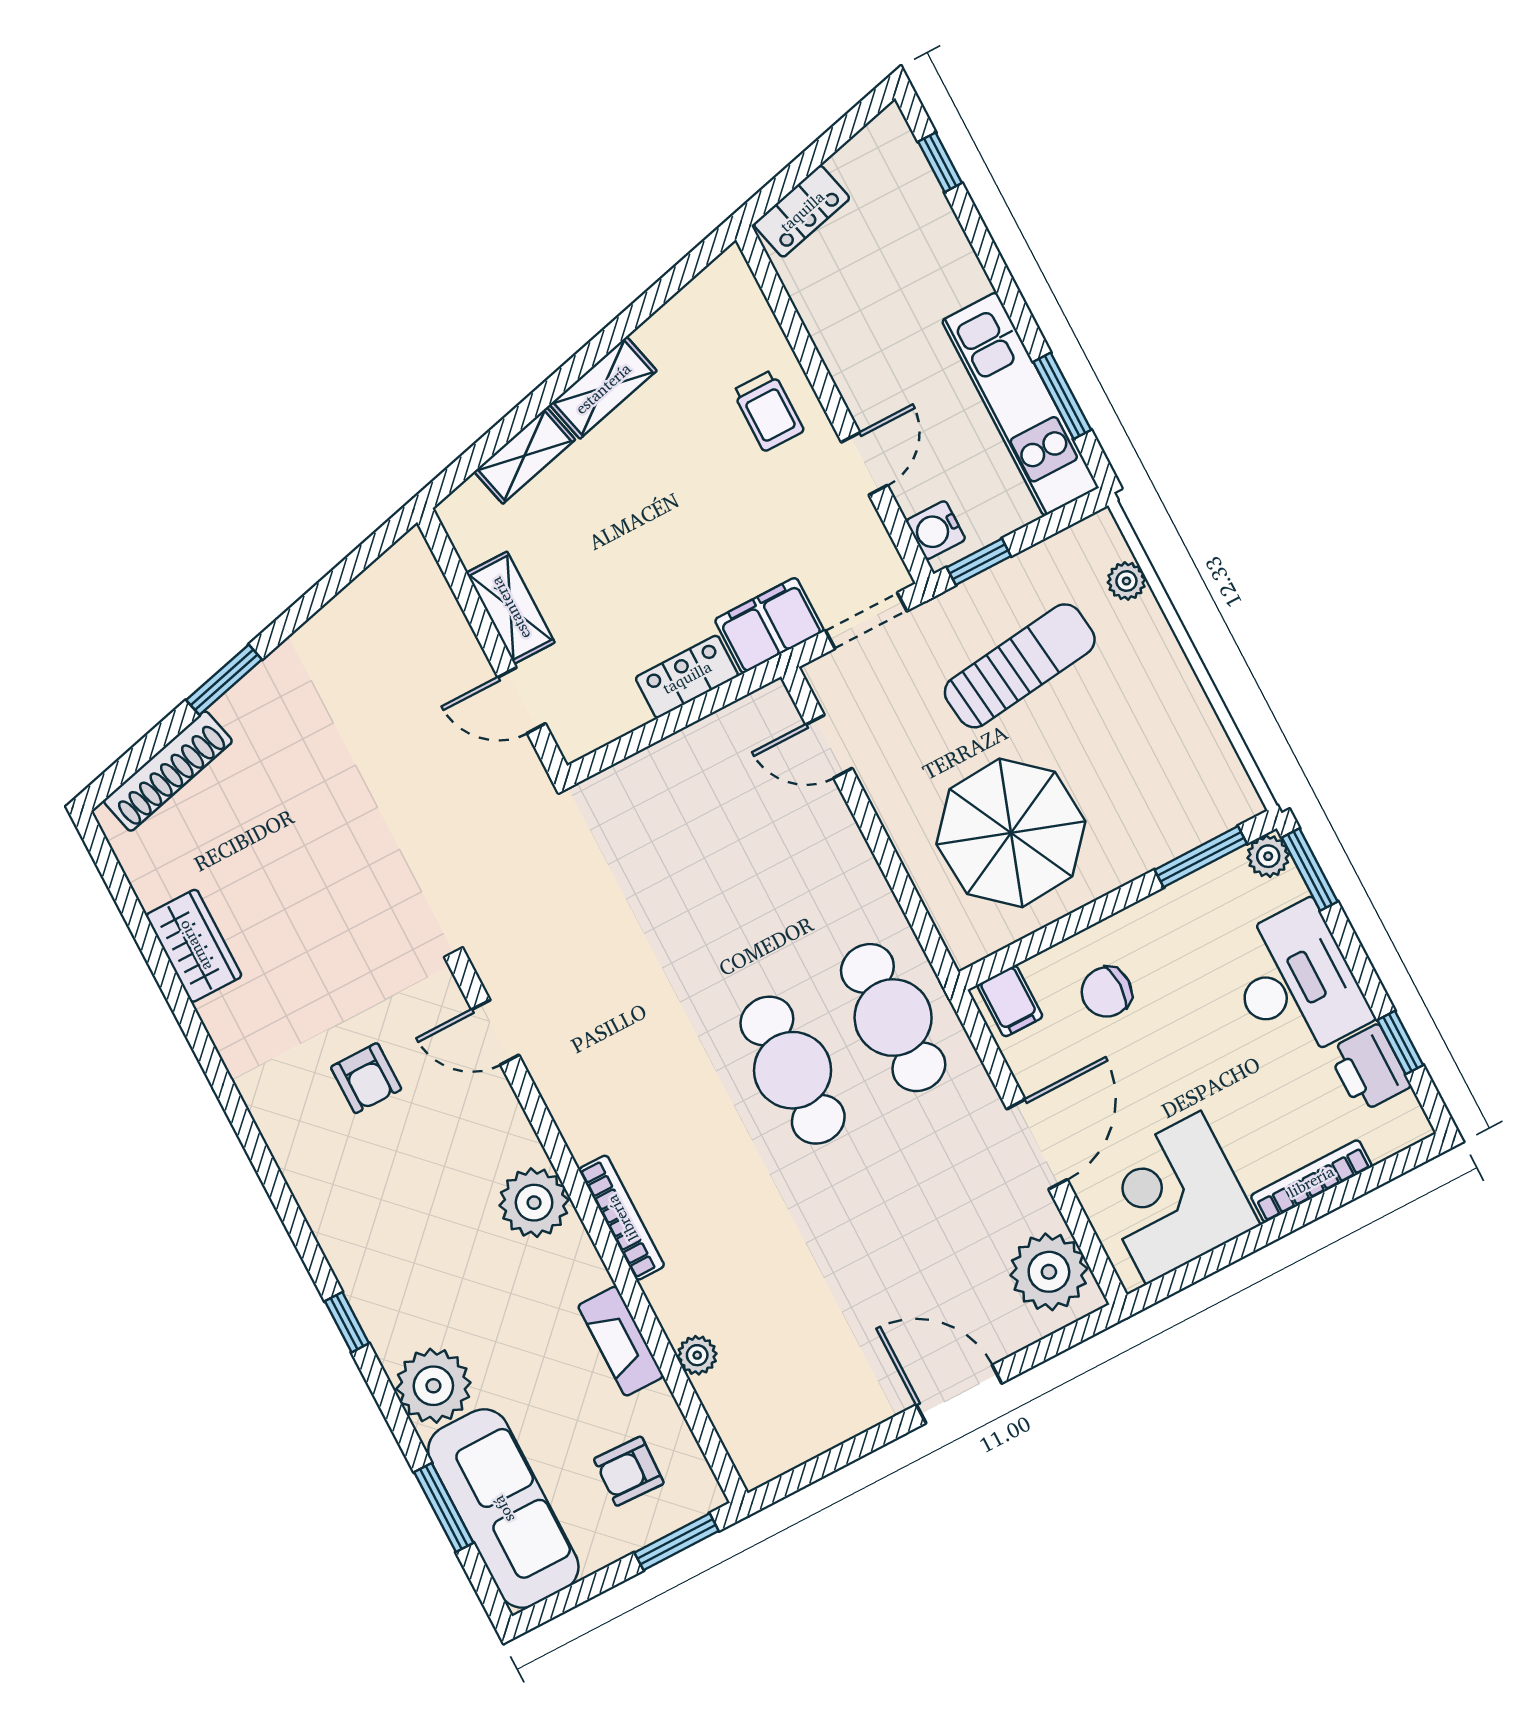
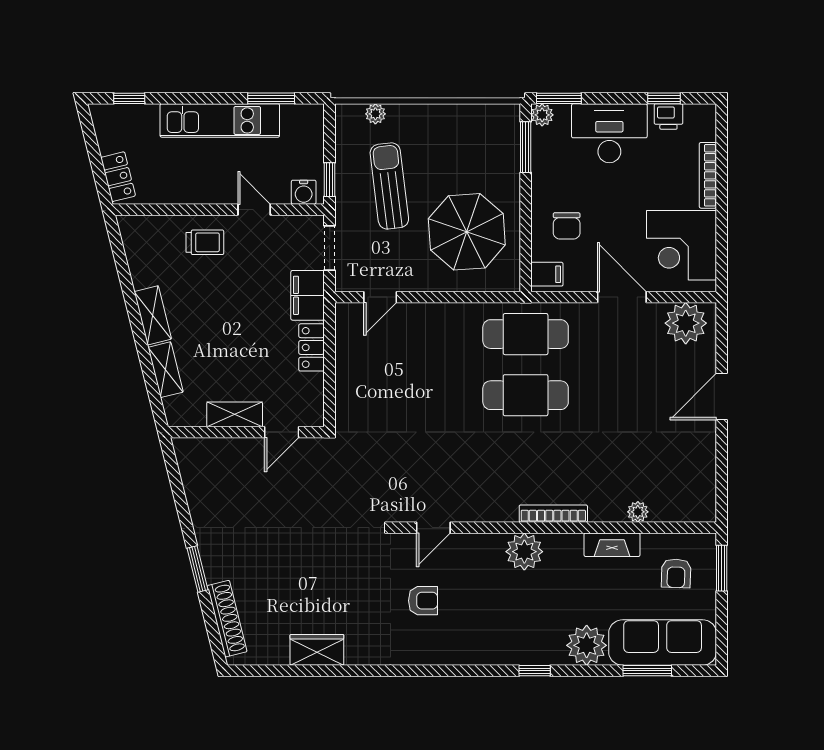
kitchen unit: (1020, 404) -> (220, 120), moved
printer: (1369, 1068) -> (668, 117), width x0.73, depth x0.81

